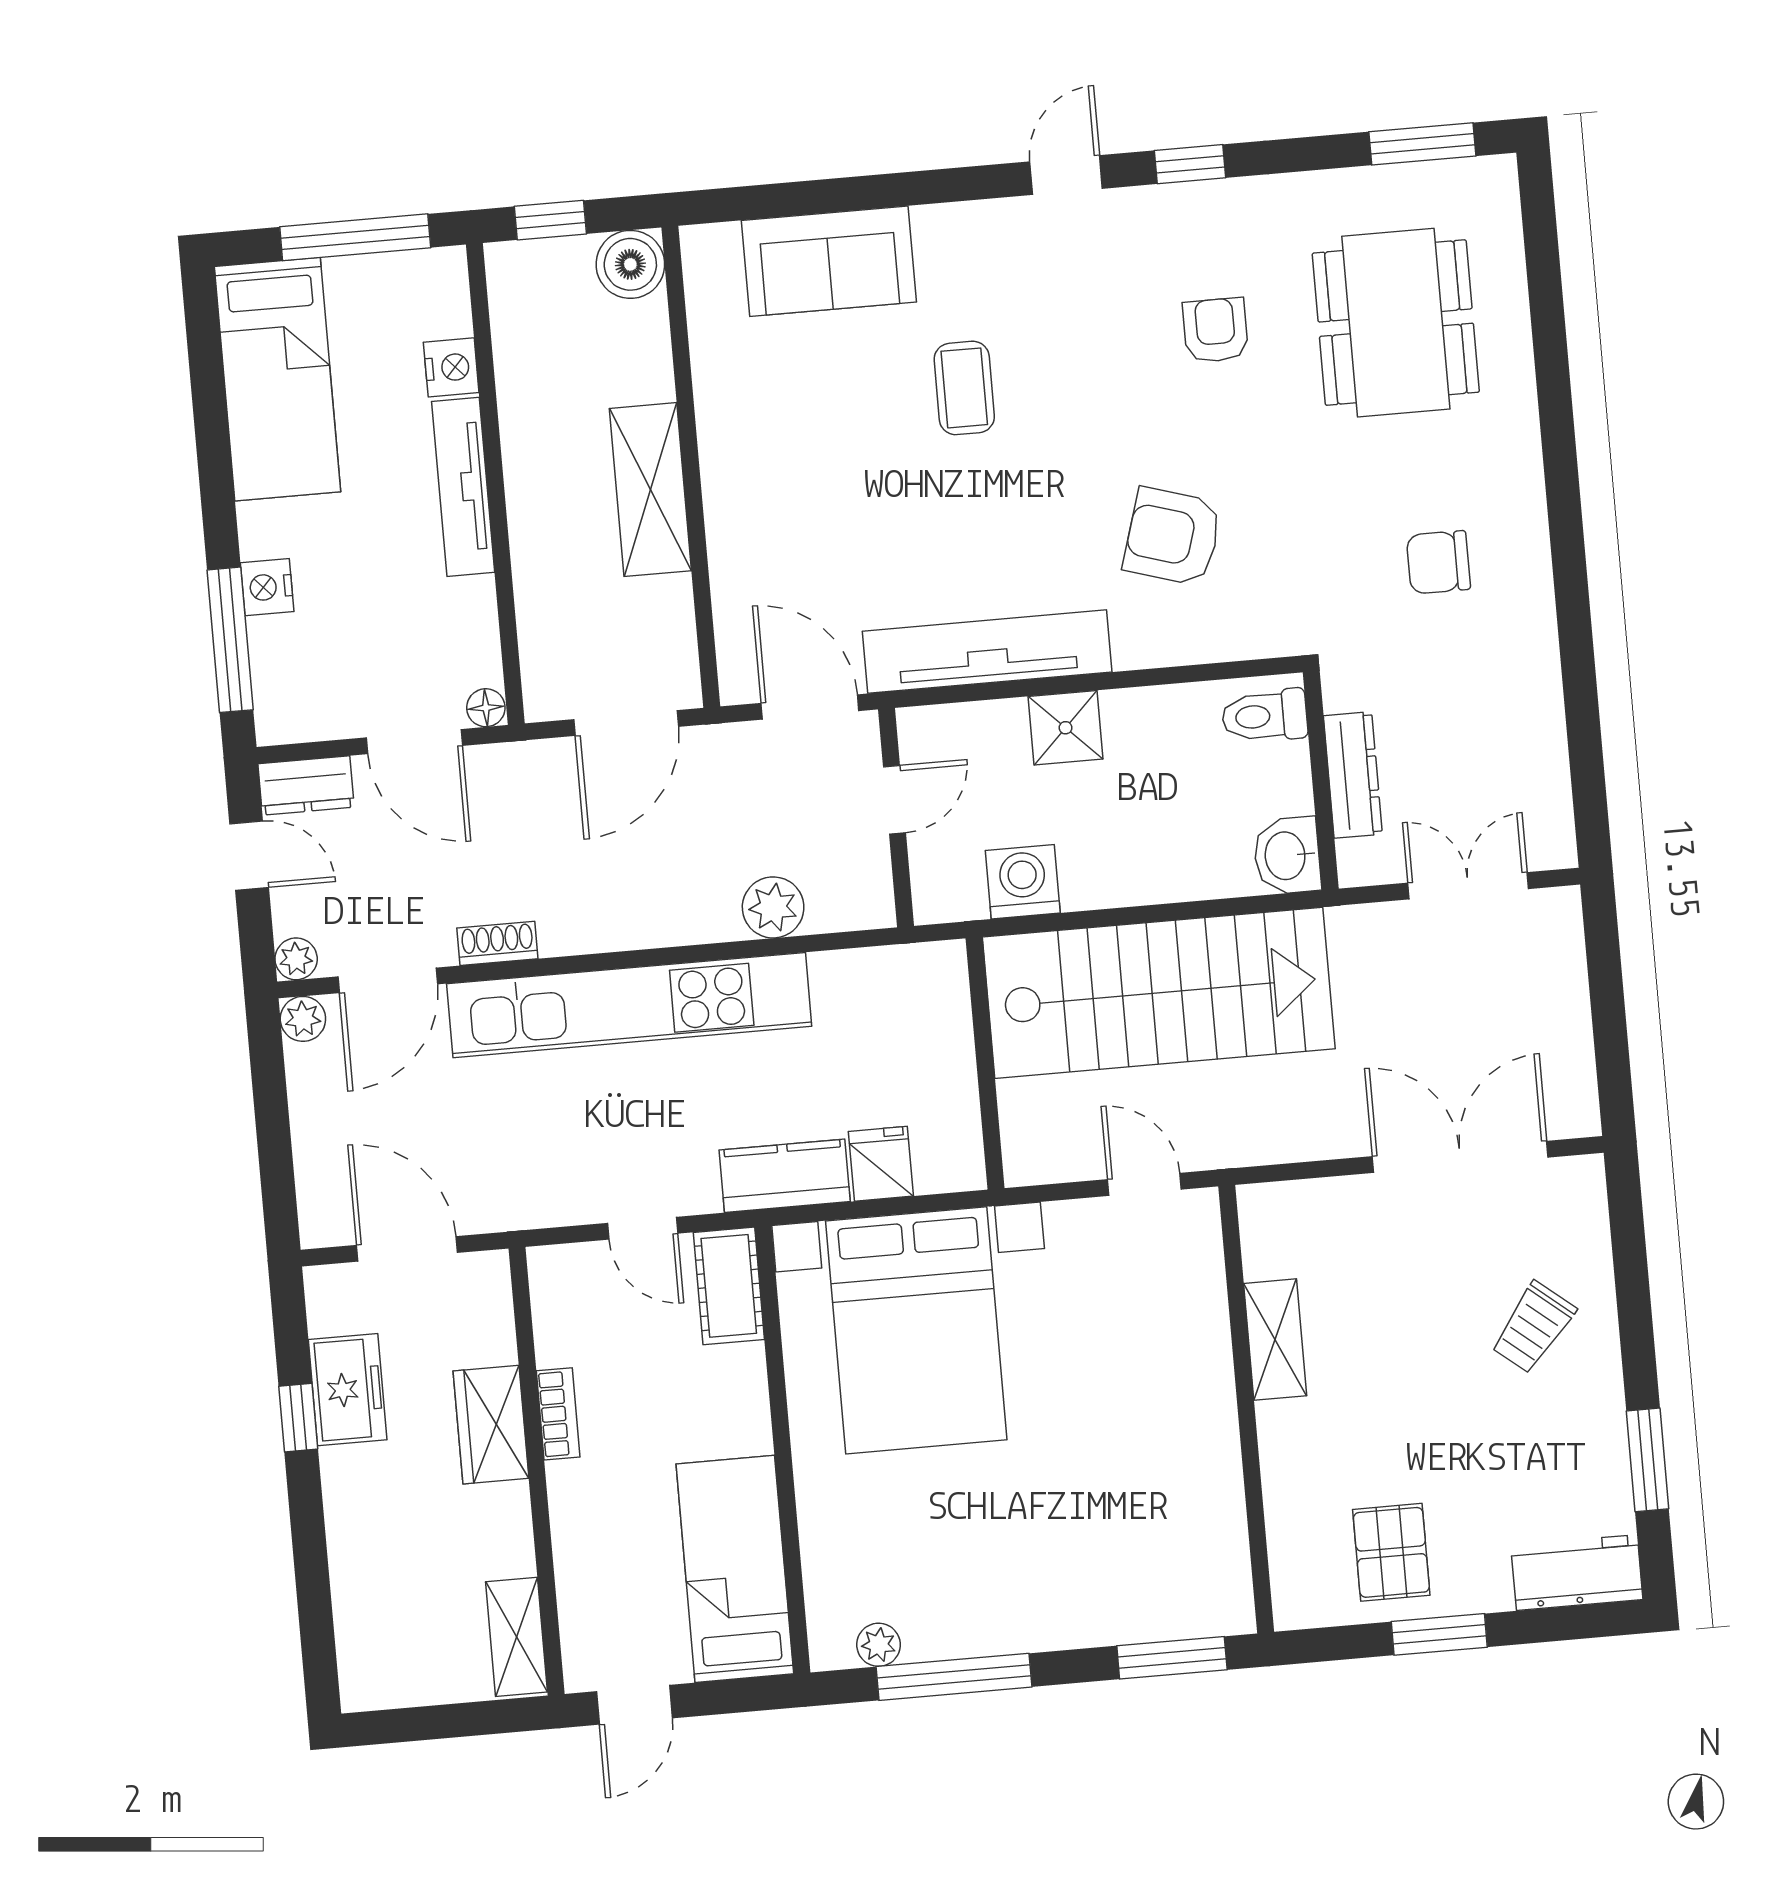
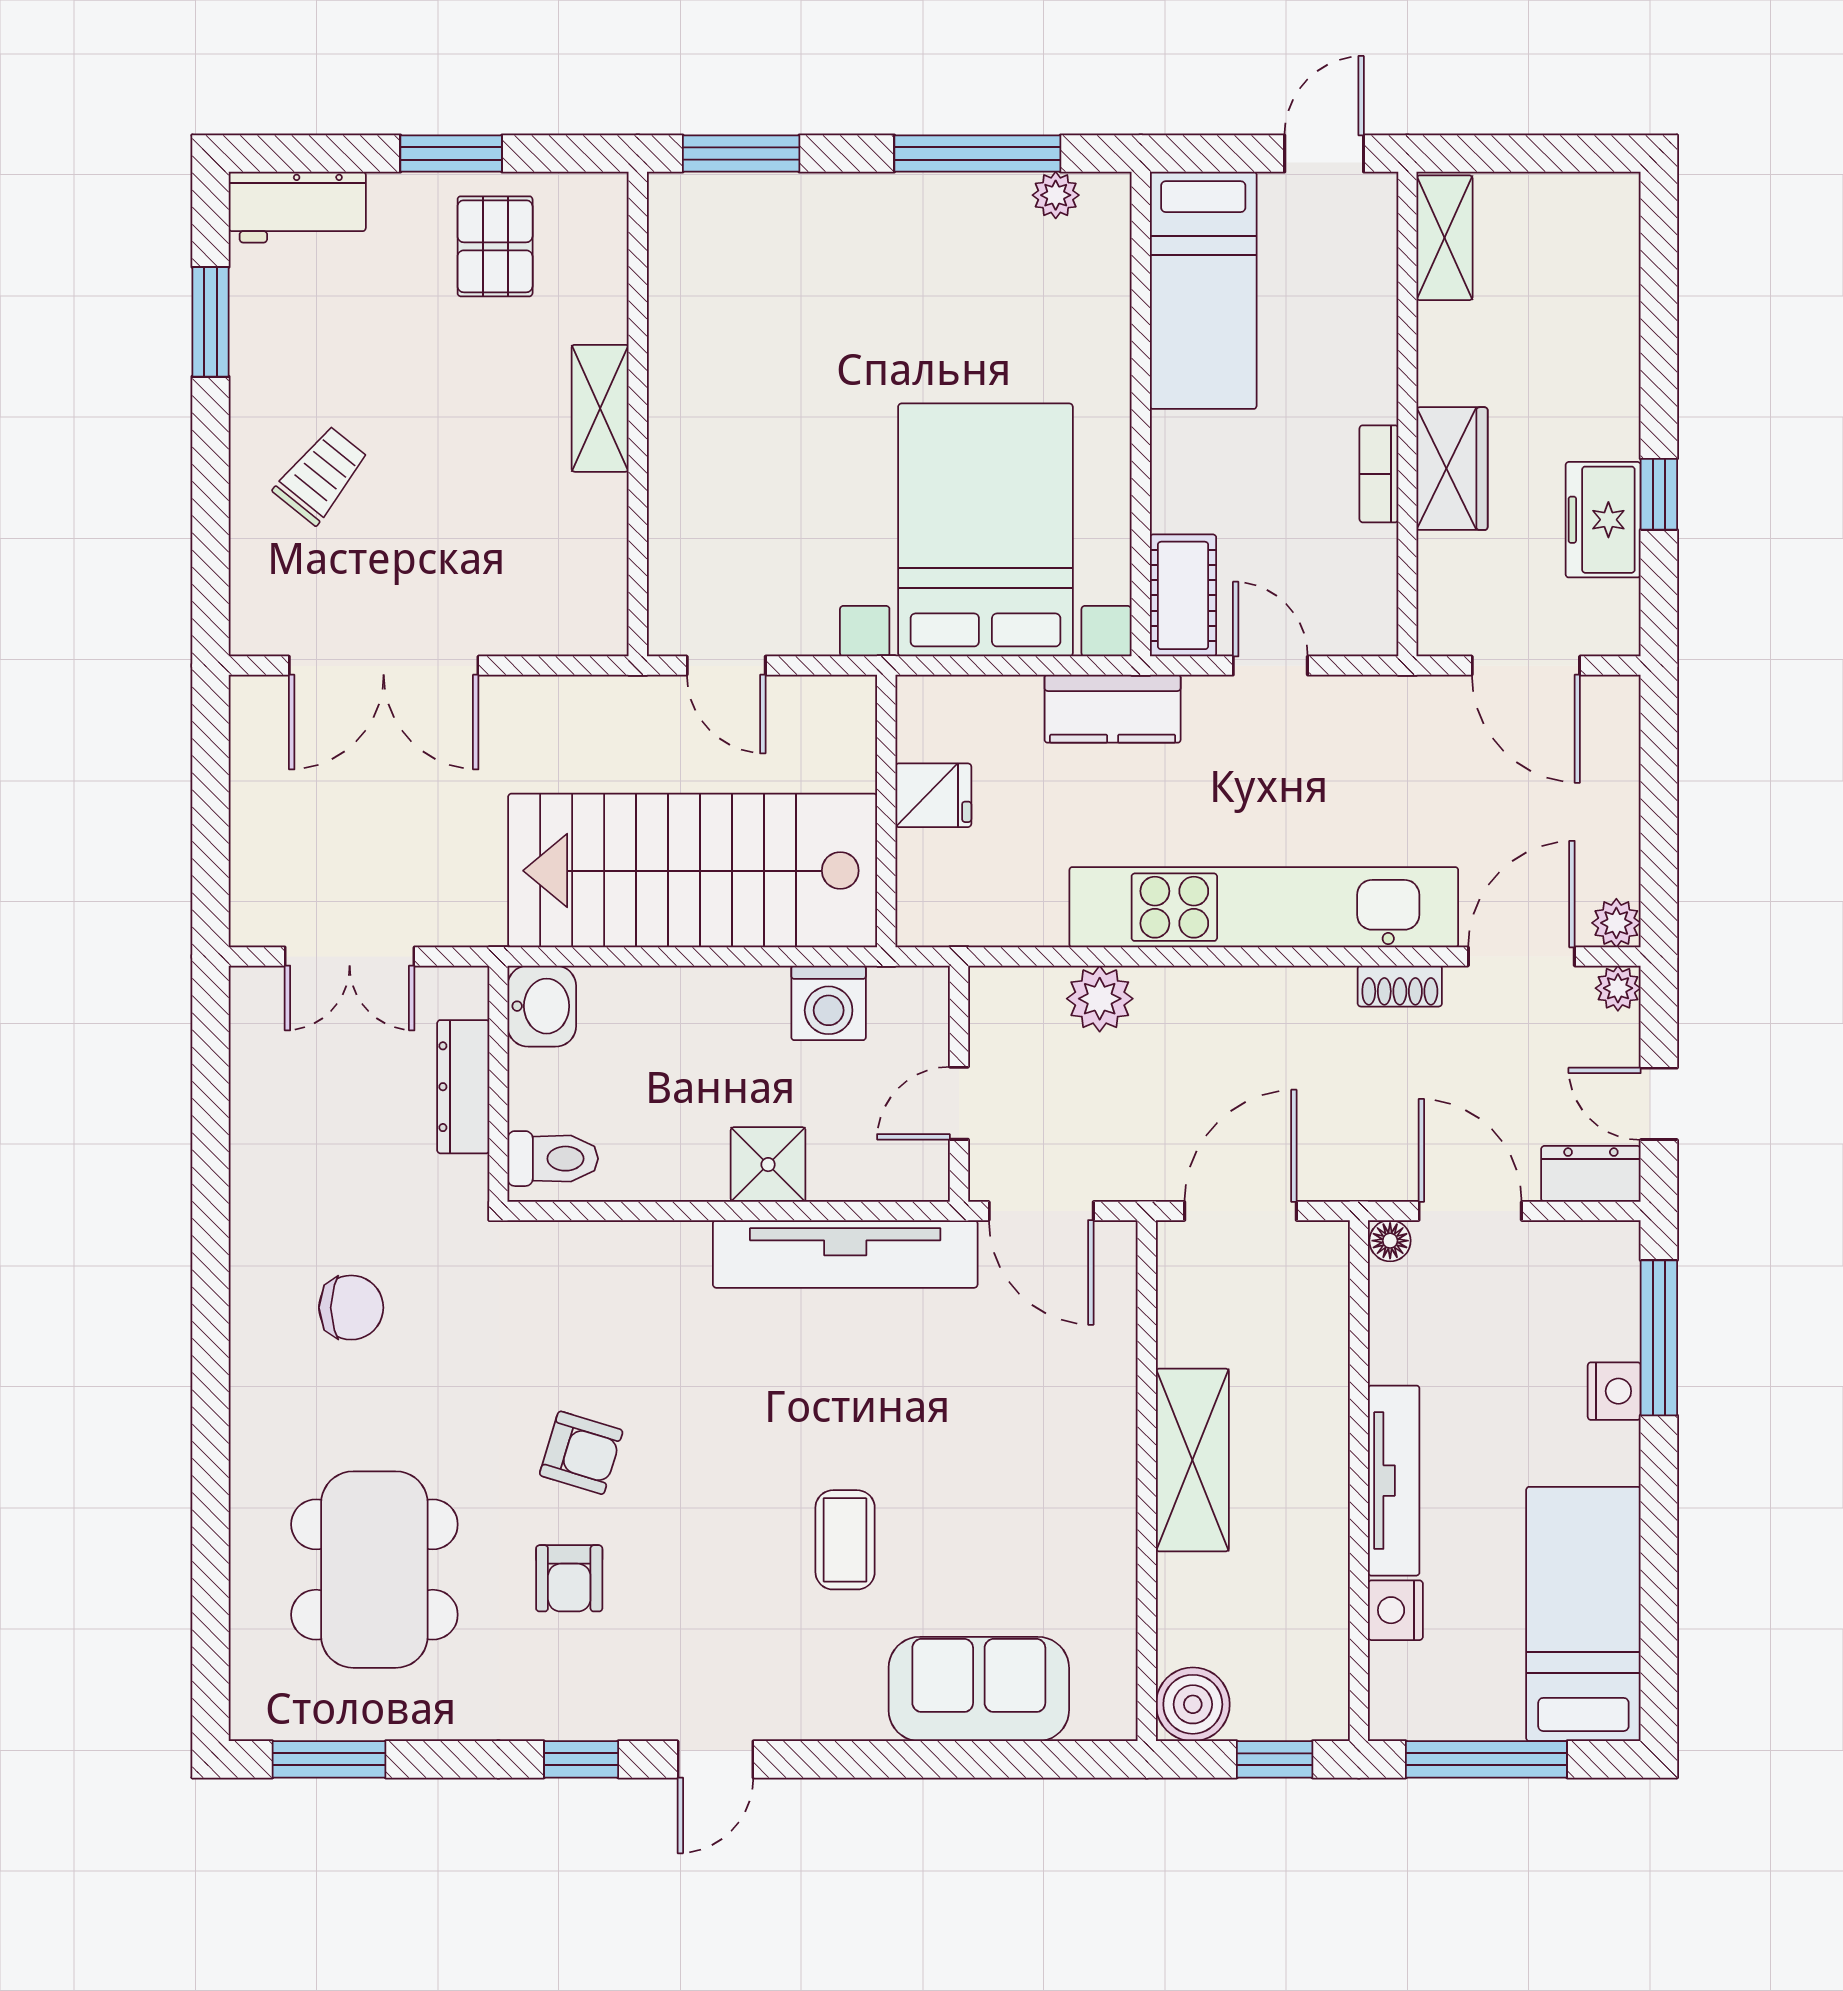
armchair: (1173, 537) -> (581, 1453), moved, width x0.72, depth x0.72
fridge: (881, 1164) -> (933, 795), moved, turned -90
shelving: (1275, 1340) -> (600, 408), moved

